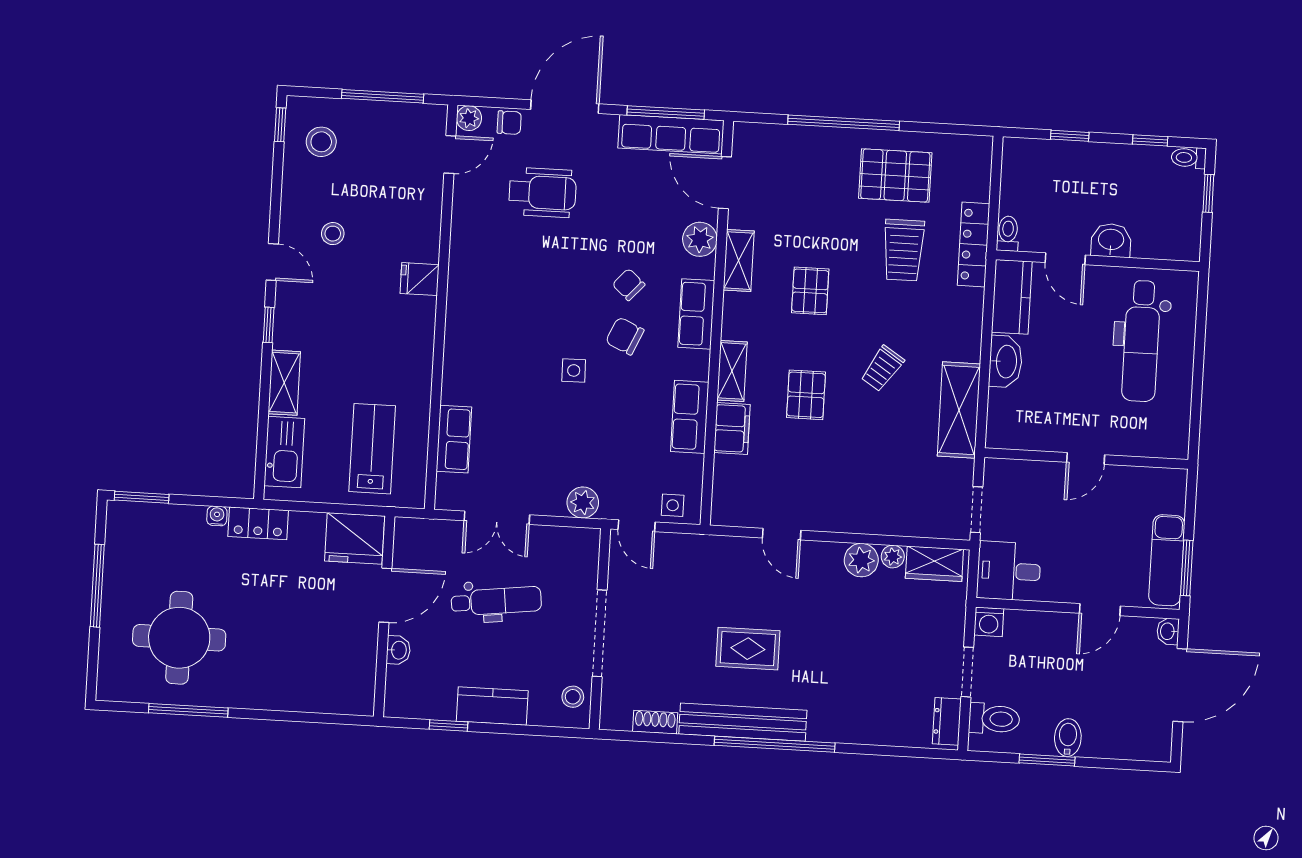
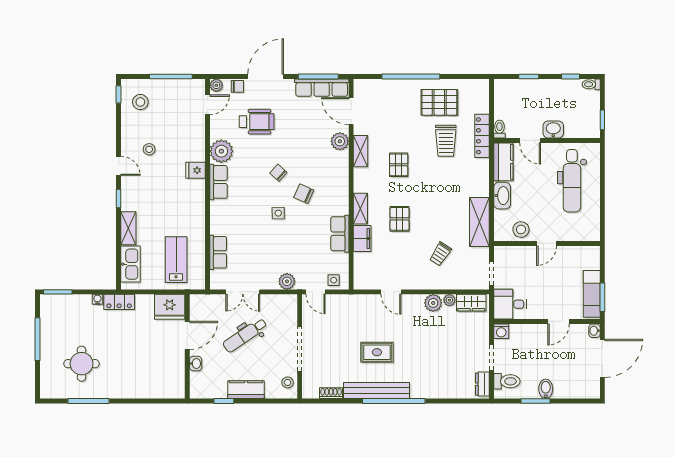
window: (1208, 193) -> (602, 120), moved
plant: (471, 245) -> (221, 151), added
chair: (629, 285) -> (278, 173), moved
row of seats: (696, 314) -> (218, 182), moved, turned 180
trolley: (882, 369) -> (440, 254), moved
stool: (1038, 429) -> (521, 230), added
dental chair: (496, 601) -> (245, 335), turned 153
round table: (179, 638) -> (82, 364), width x0.73, depth x0.73

